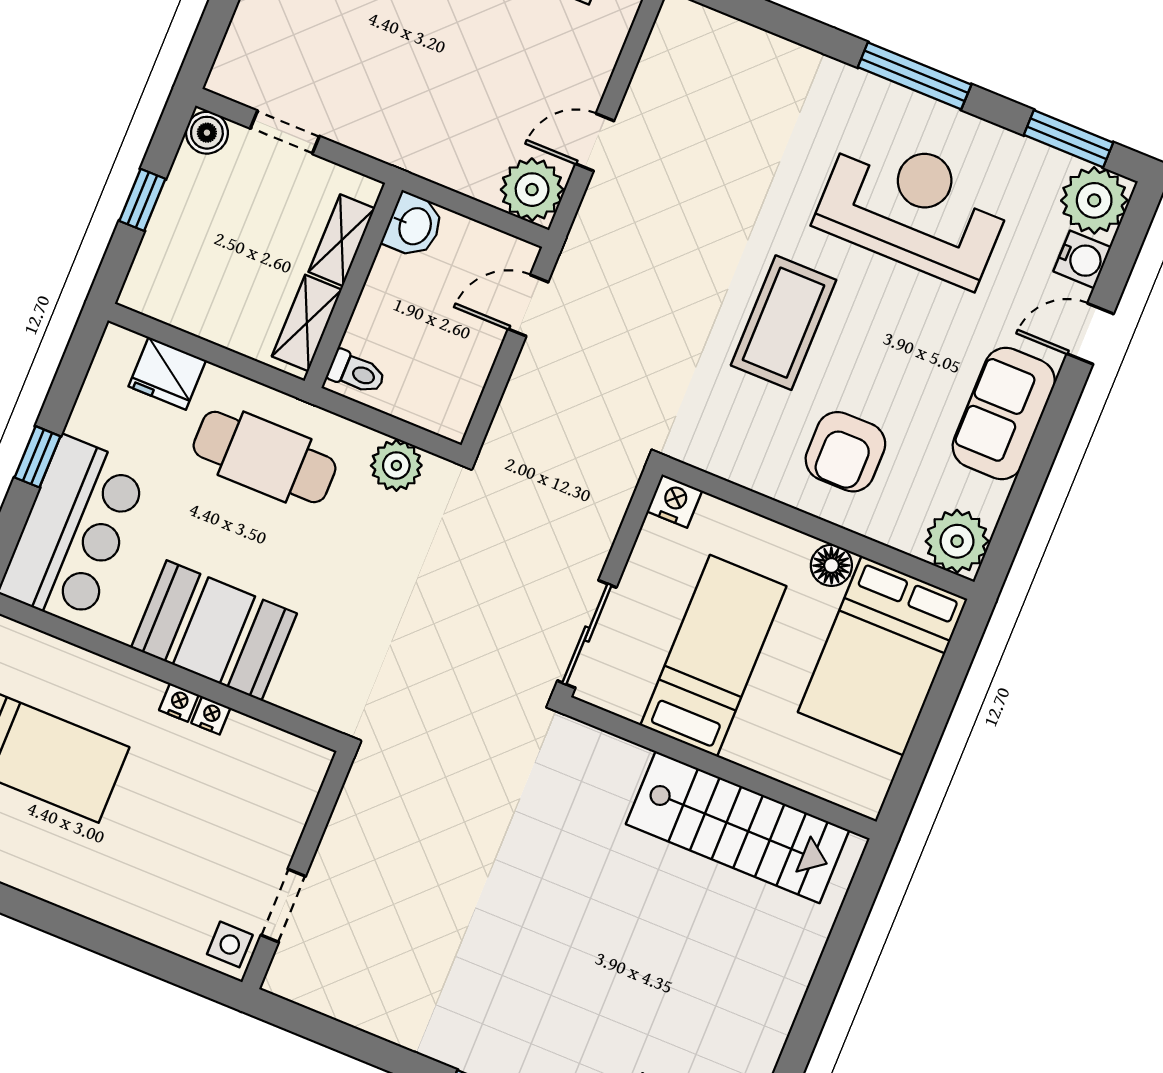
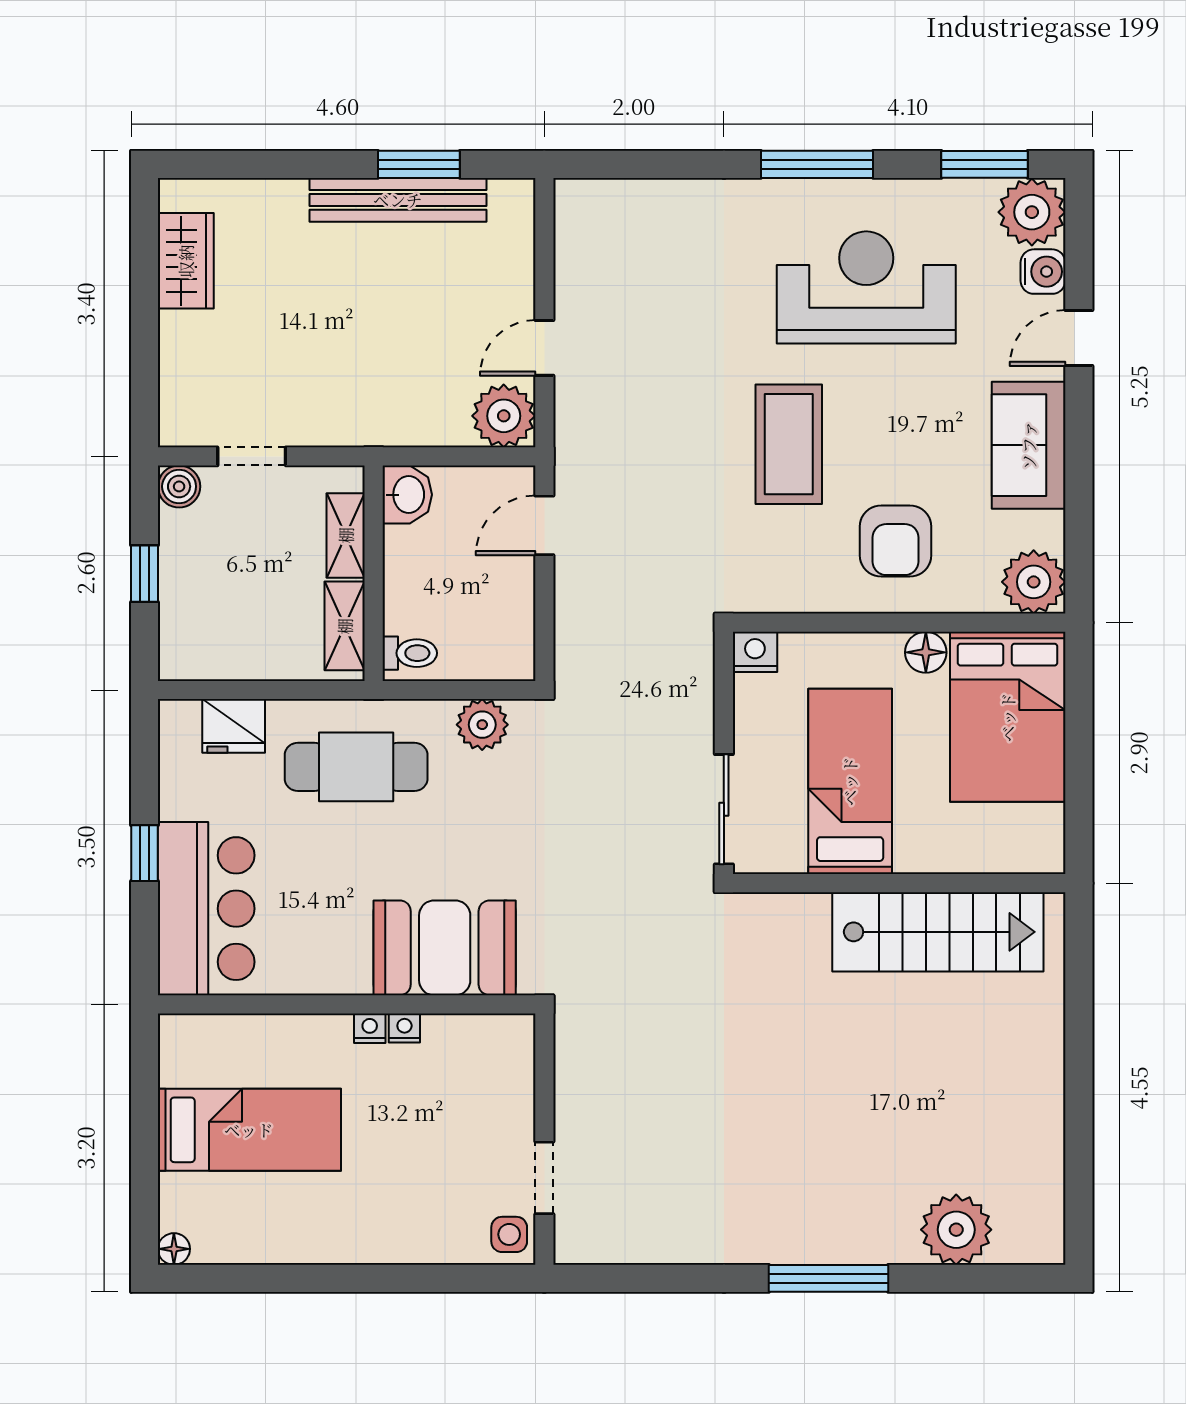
booth: (214, 631) -> (445, 948), moved

